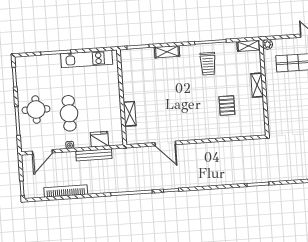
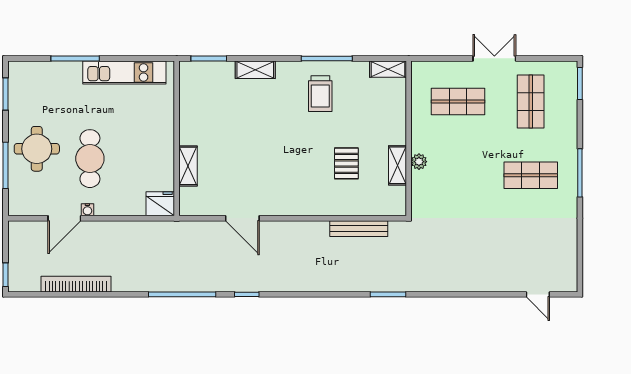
plant: (268, 44) -> (419, 162), moved
shelving: (257, 85) -> (398, 165), moved
fridge: (100, 139) -> (160, 204), moved
door: (42, 152) -> (64, 218), moved
bench: (94, 155) -> (359, 229), moved

